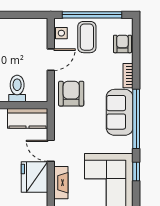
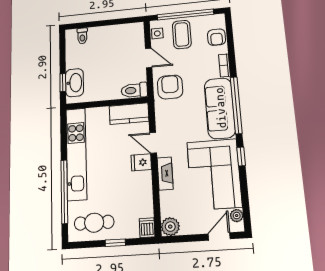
armchair: (122, 44) -> (217, 37), turned 180
door: (51, 60) -> (149, 58), hinge flipped
toilet: (17, 88) -> (134, 90), moved, turned -90
sofa: (120, 112) -> (220, 108), width x1.36
fridge: (34, 177) -> (141, 162), width x0.53, depth x0.75

